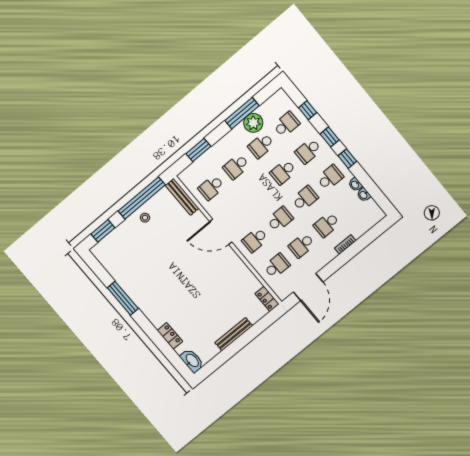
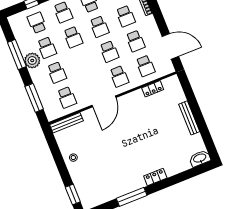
plant: (253, 123) -> (32, 60), moved
window: (198, 150) -> (34, 98), width x1.44
window: (142, 198) -> (57, 155), removed
school desk: (305, 198) -> (99, 27), turned 180
school desk: (280, 219) -> (109, 52), turned 180
school desk: (277, 266) -> (145, 66), turned 180
locker: (267, 299) -> (153, 89), moved
locker: (170, 336) -> (155, 177), moved

